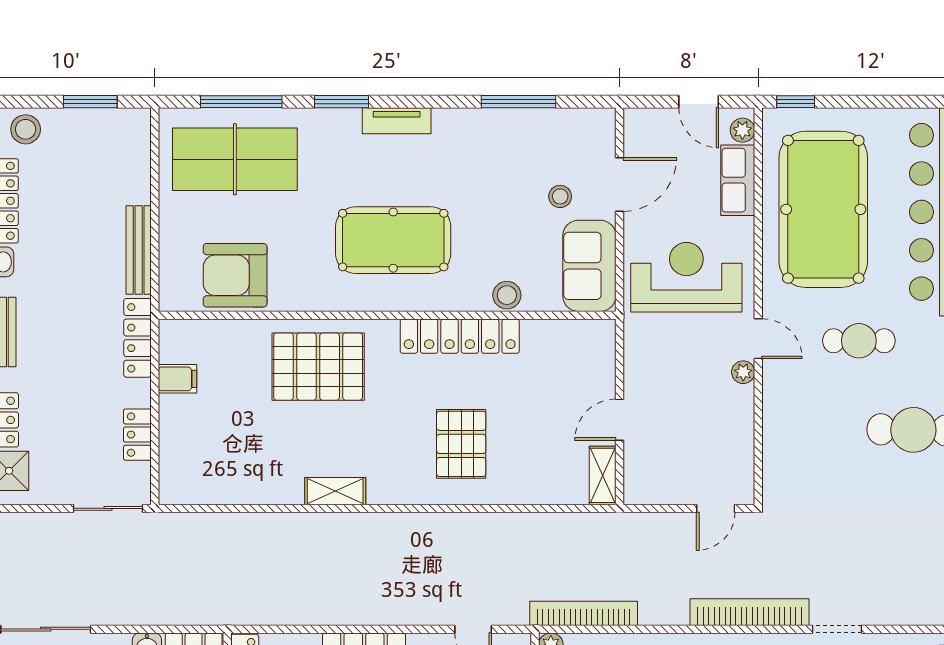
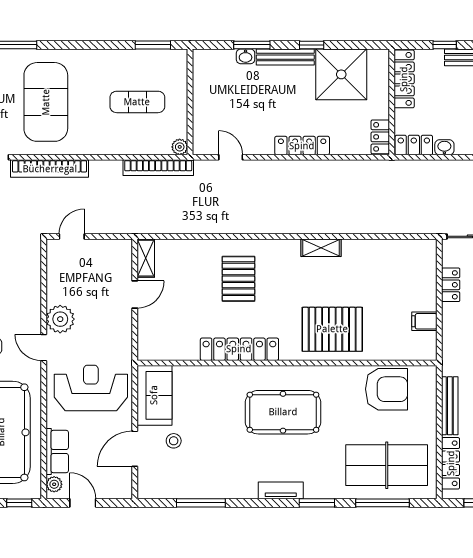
reception desk: (686, 277) -> (91, 388), turned 180
stool: (507, 295) -> (209, 376), removed
locker: (137, 338) -> (451, 463), moved
plant: (743, 372) -> (60, 319), width x1.87, depth x1.87

